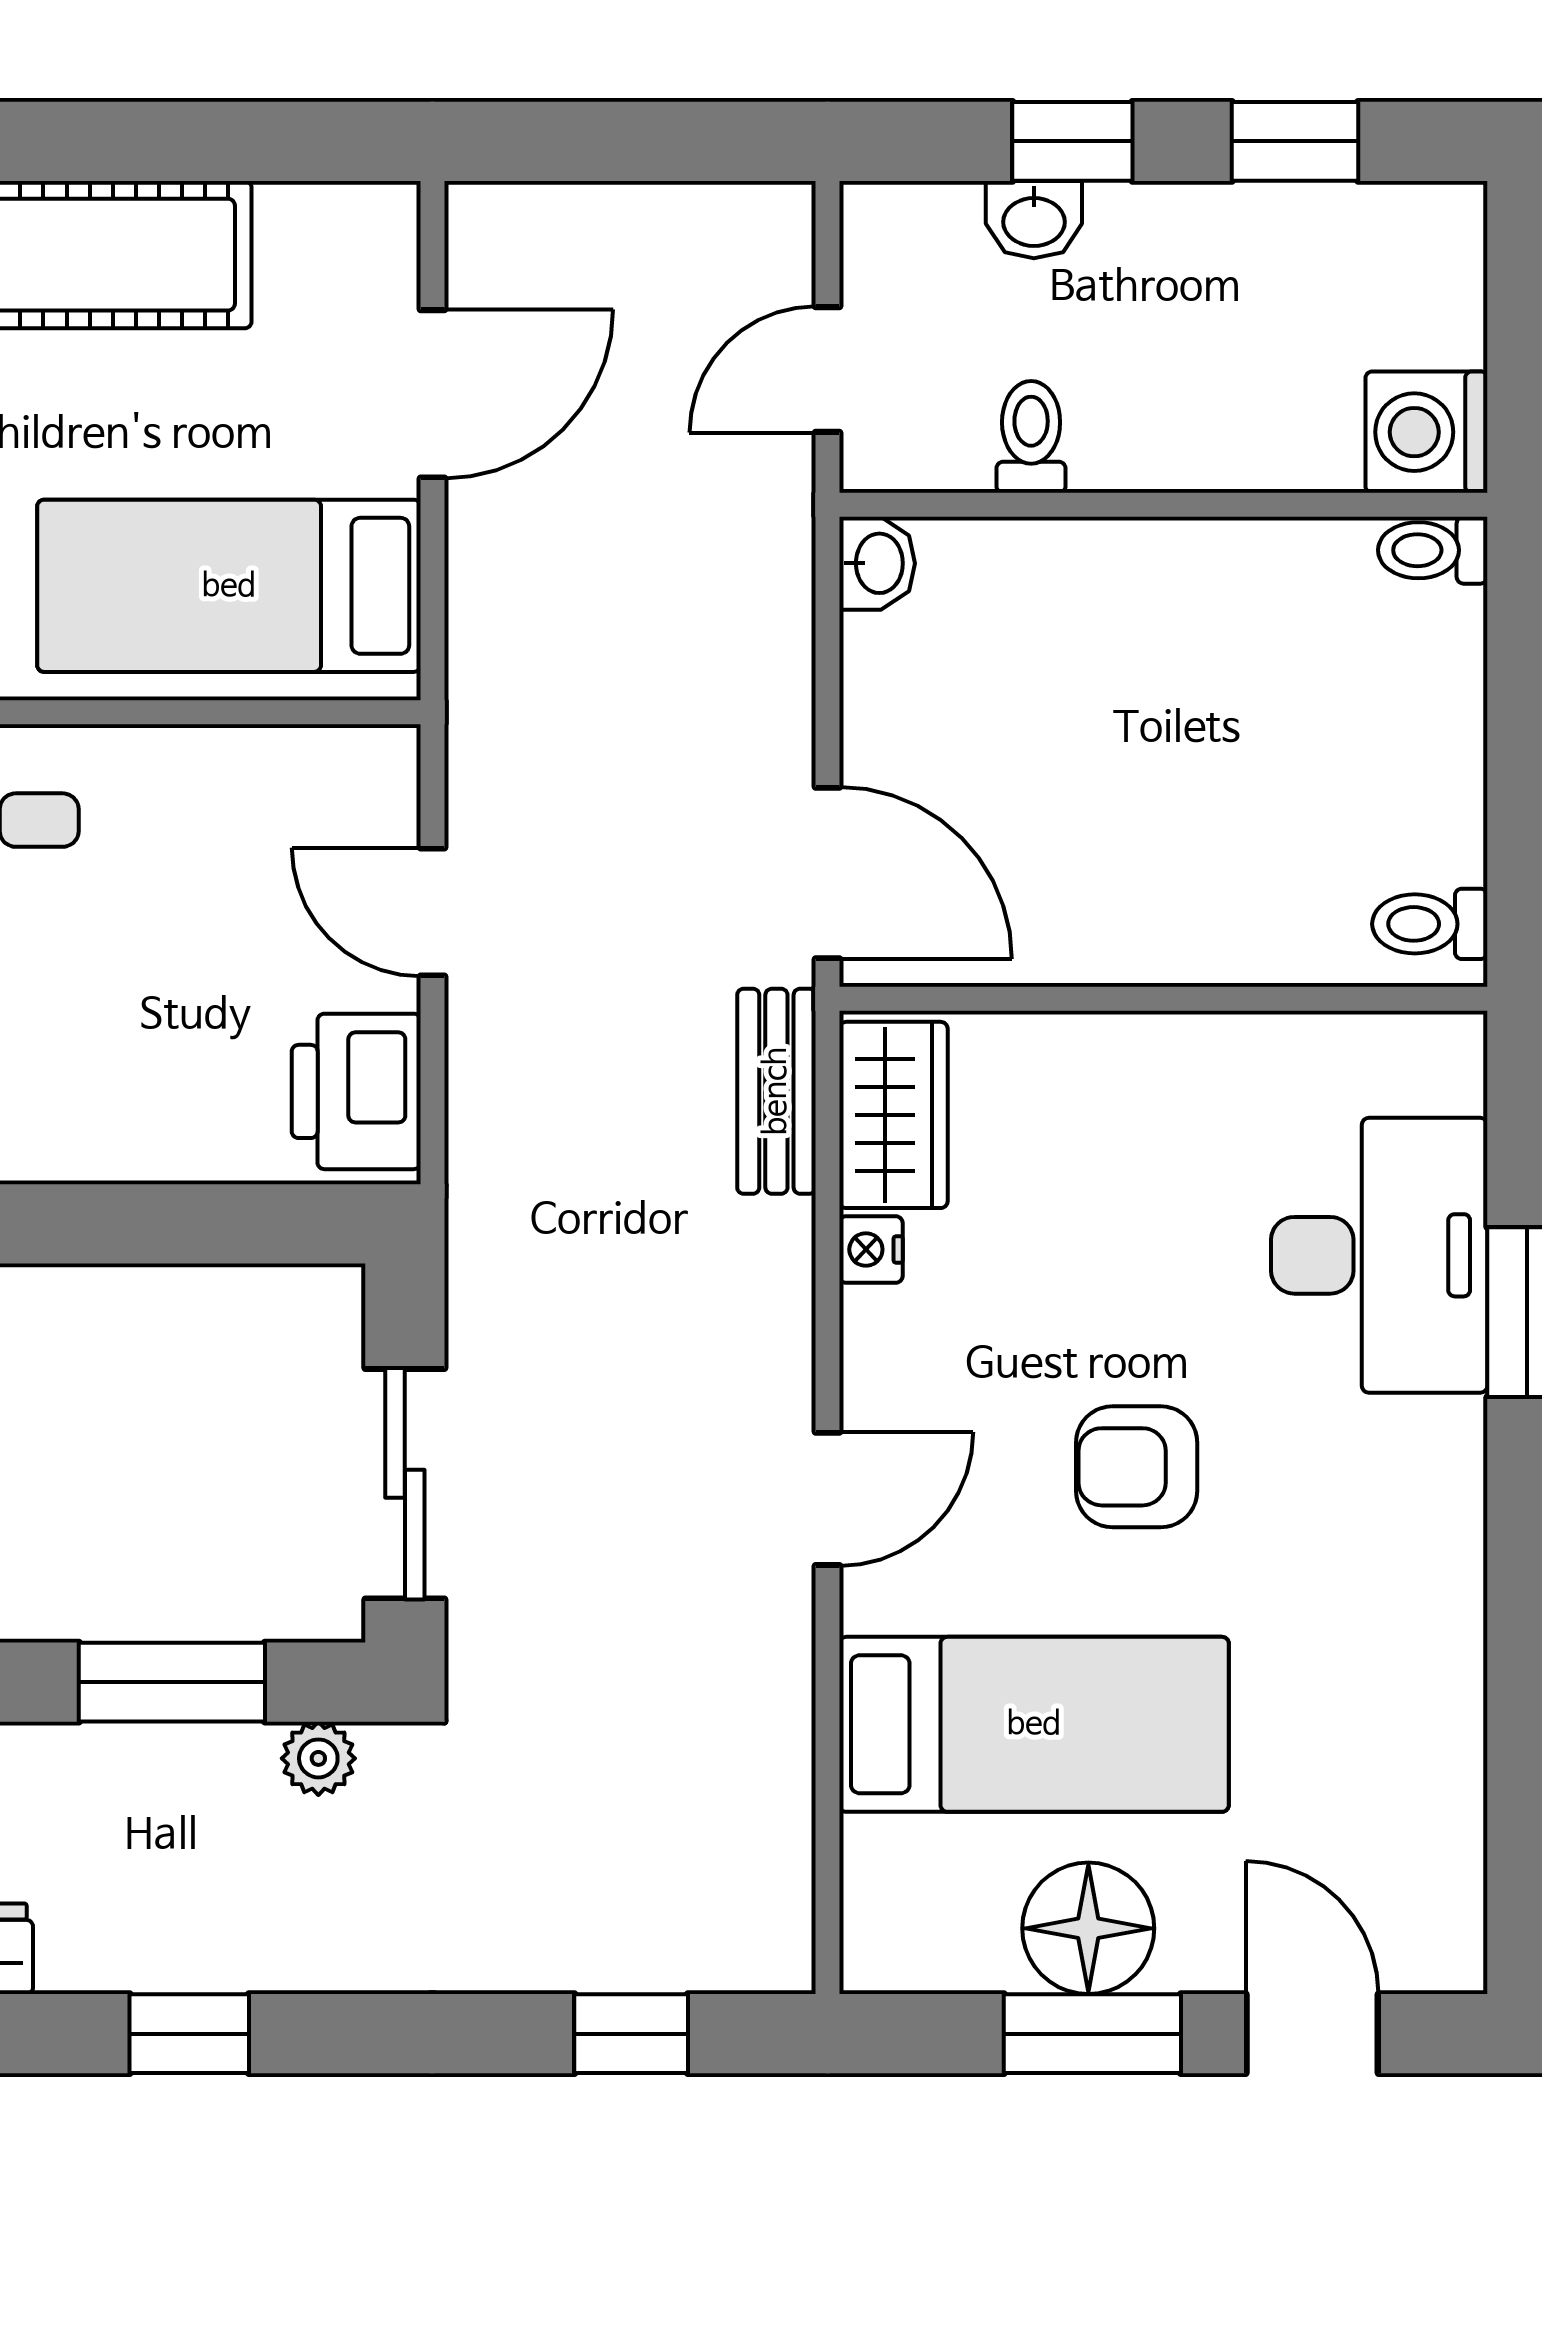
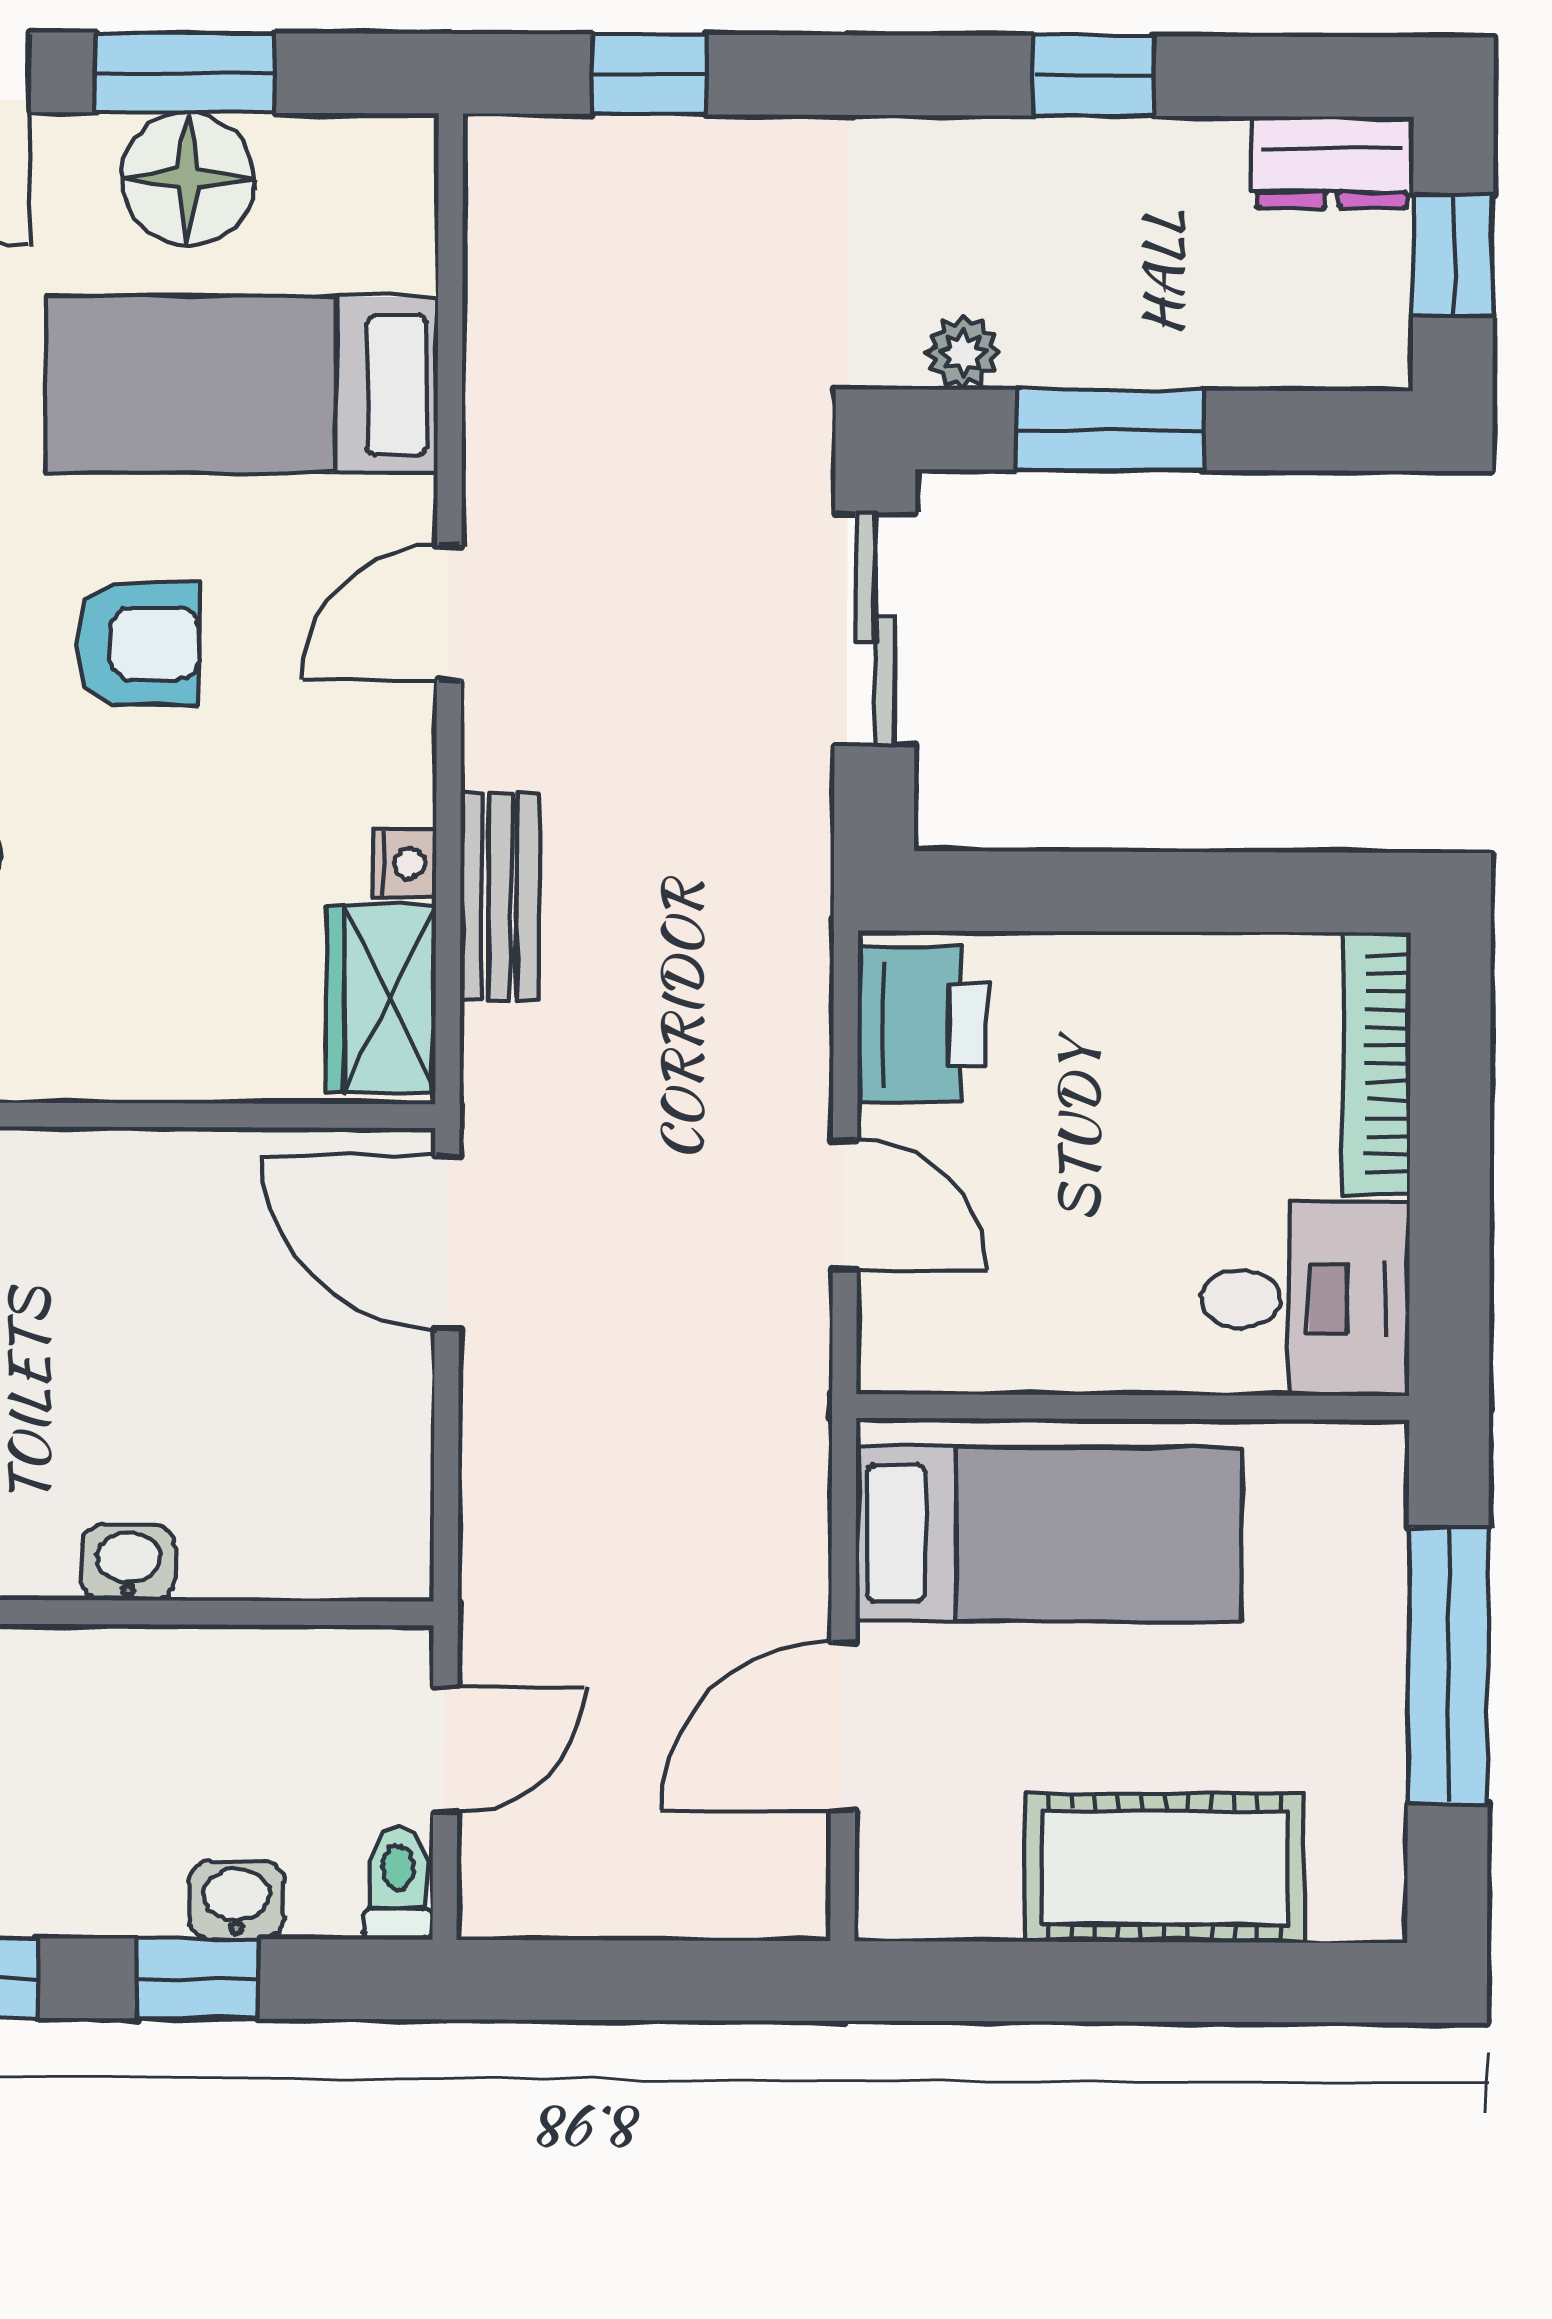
toilet: (1031, 437) -> (398, 1883), moved, turned 180
washbasin: (877, 563) -> (129, 1562), moved, turned 90
bench: (776, 1091) -> (500, 896), moved

